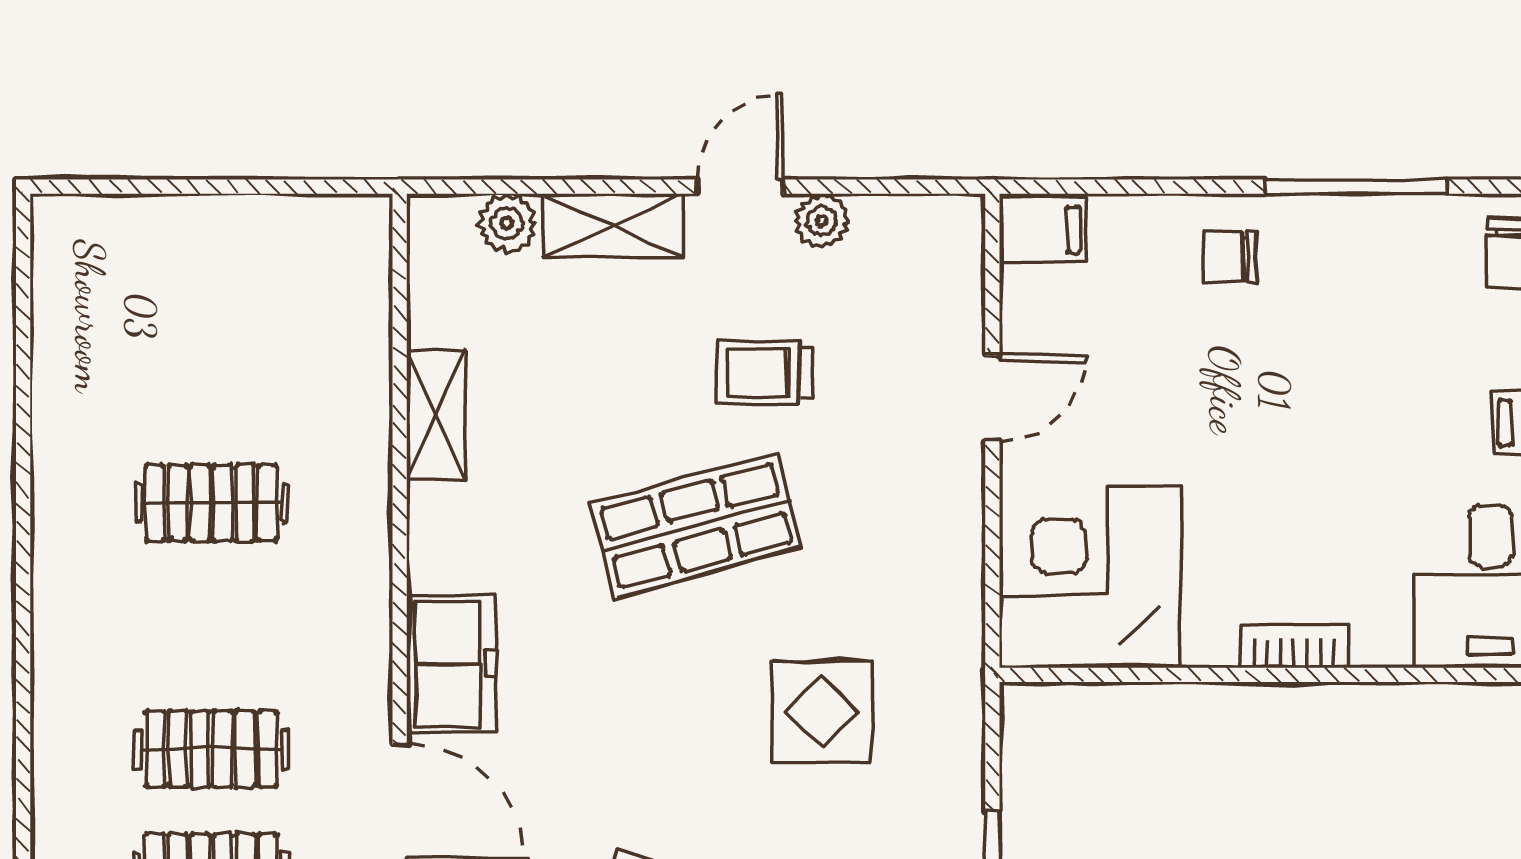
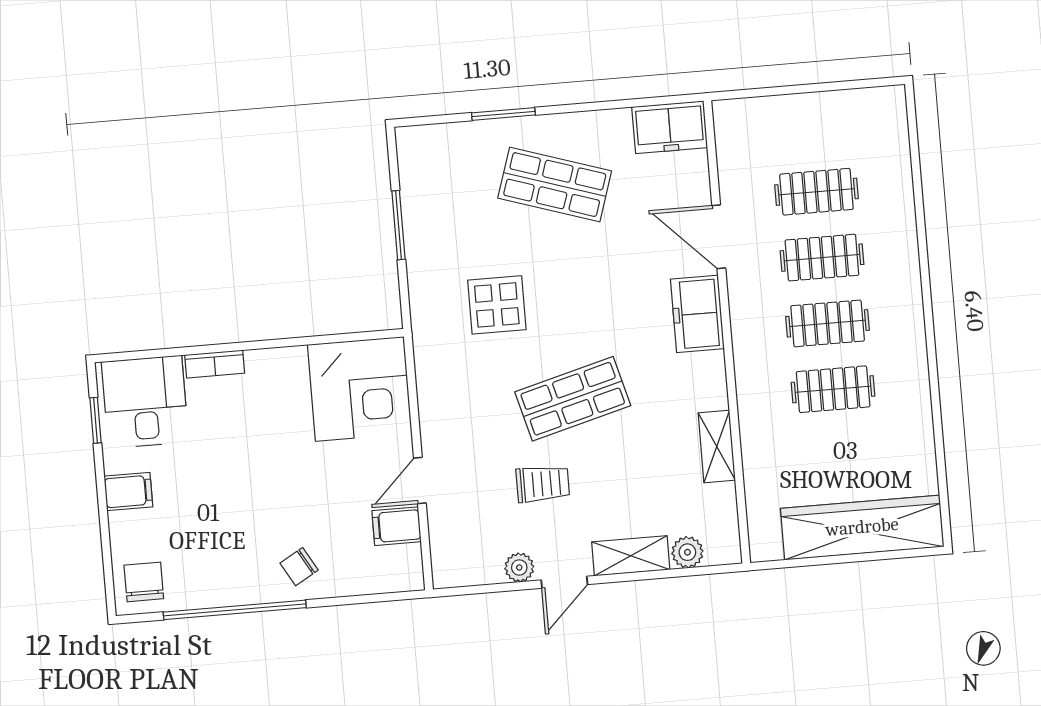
window: (1356, 187) -> (235, 610), width x1.46
filing cabinet: (1043, 230) -> (397, 526), moved
wardrobe: (179, 242) -> (862, 527), added
chair: (1230, 257) -> (299, 567), turned 150
clothes rail: (211, 626) -> (828, 323), added
bookcase: (1294, 646) -> (215, 364), moved

